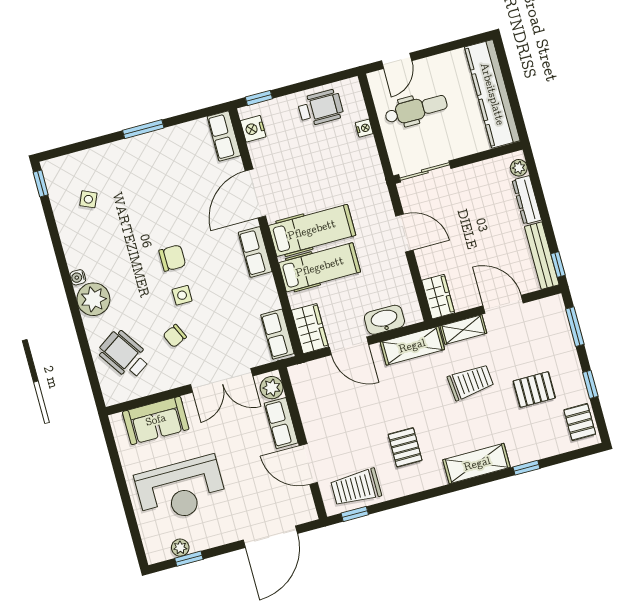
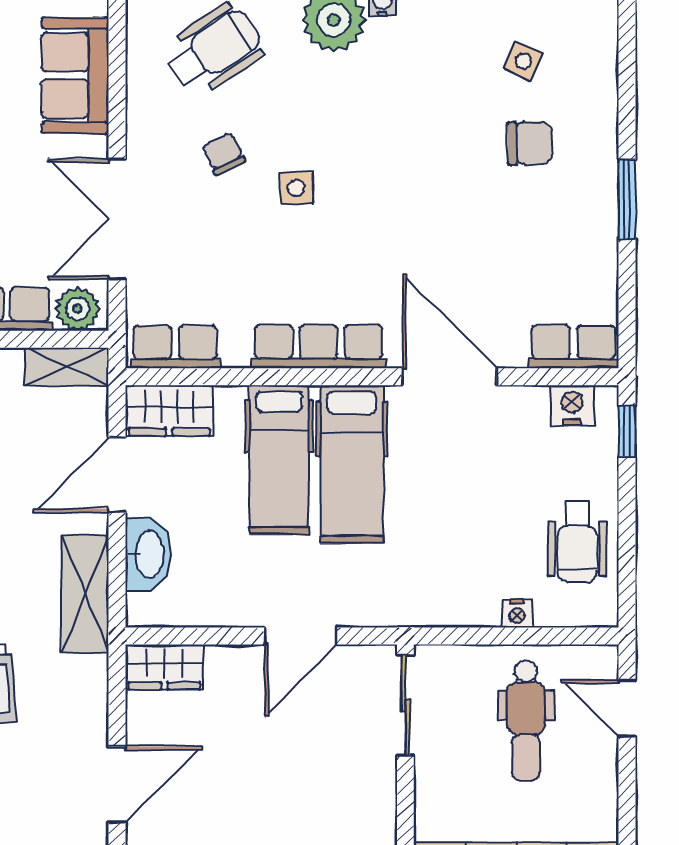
row of seats: (255, 252) -> (319, 347), width x1.48
chair: (172, 258) -> (530, 143), moved, turned -91
shelving: (463, 330) -> (67, 366), moved, turned 90

